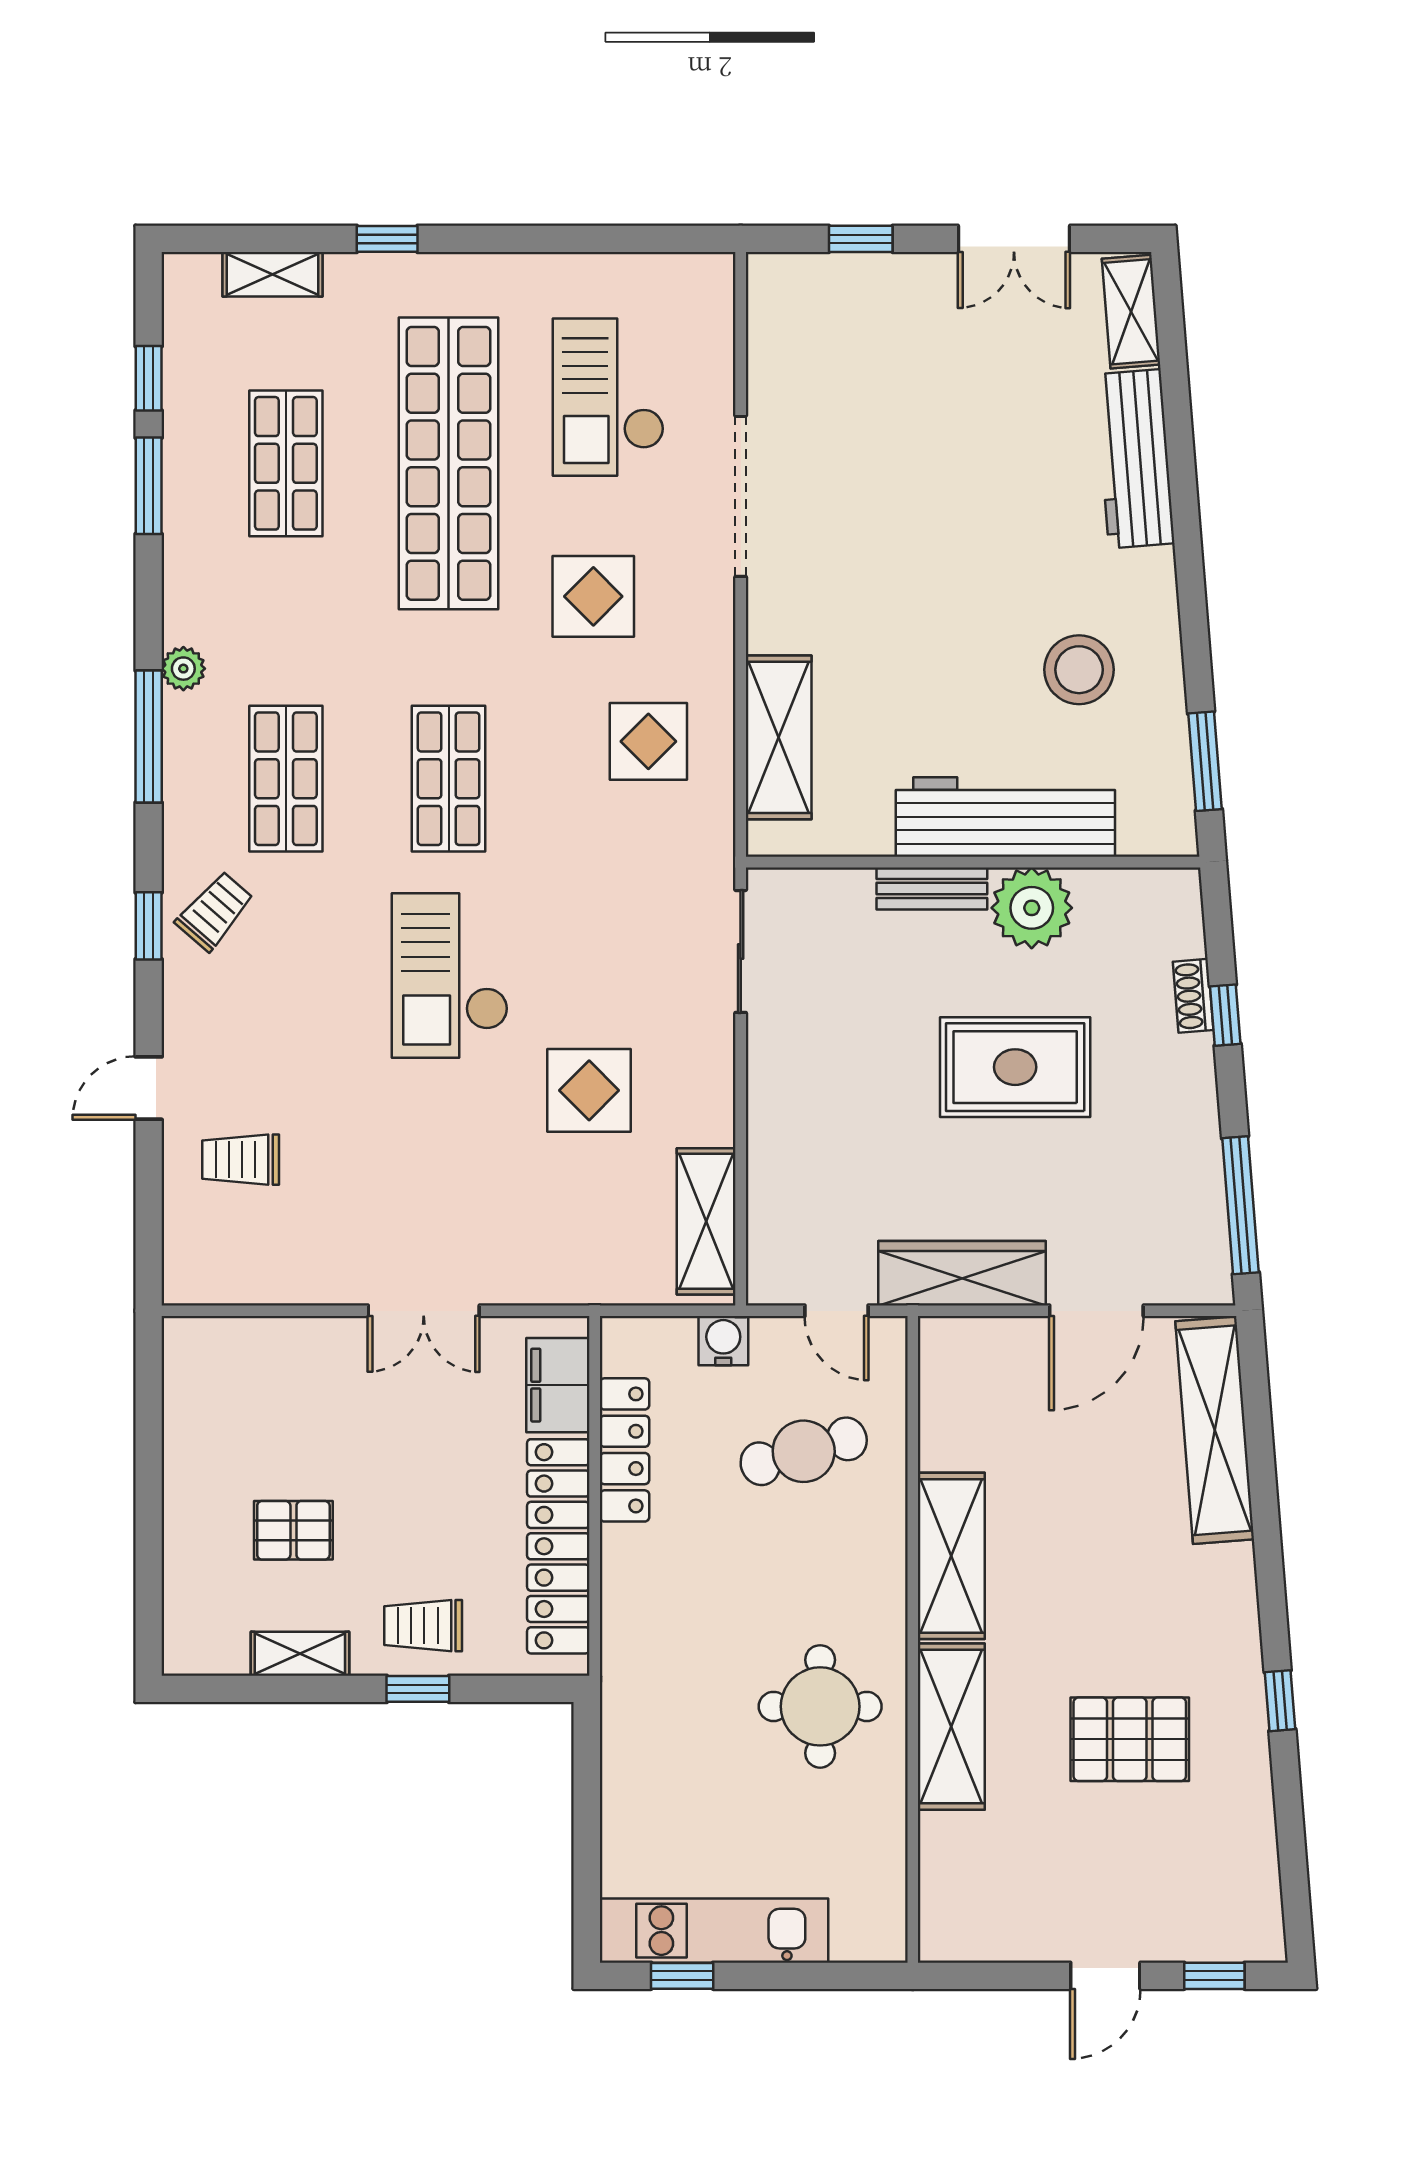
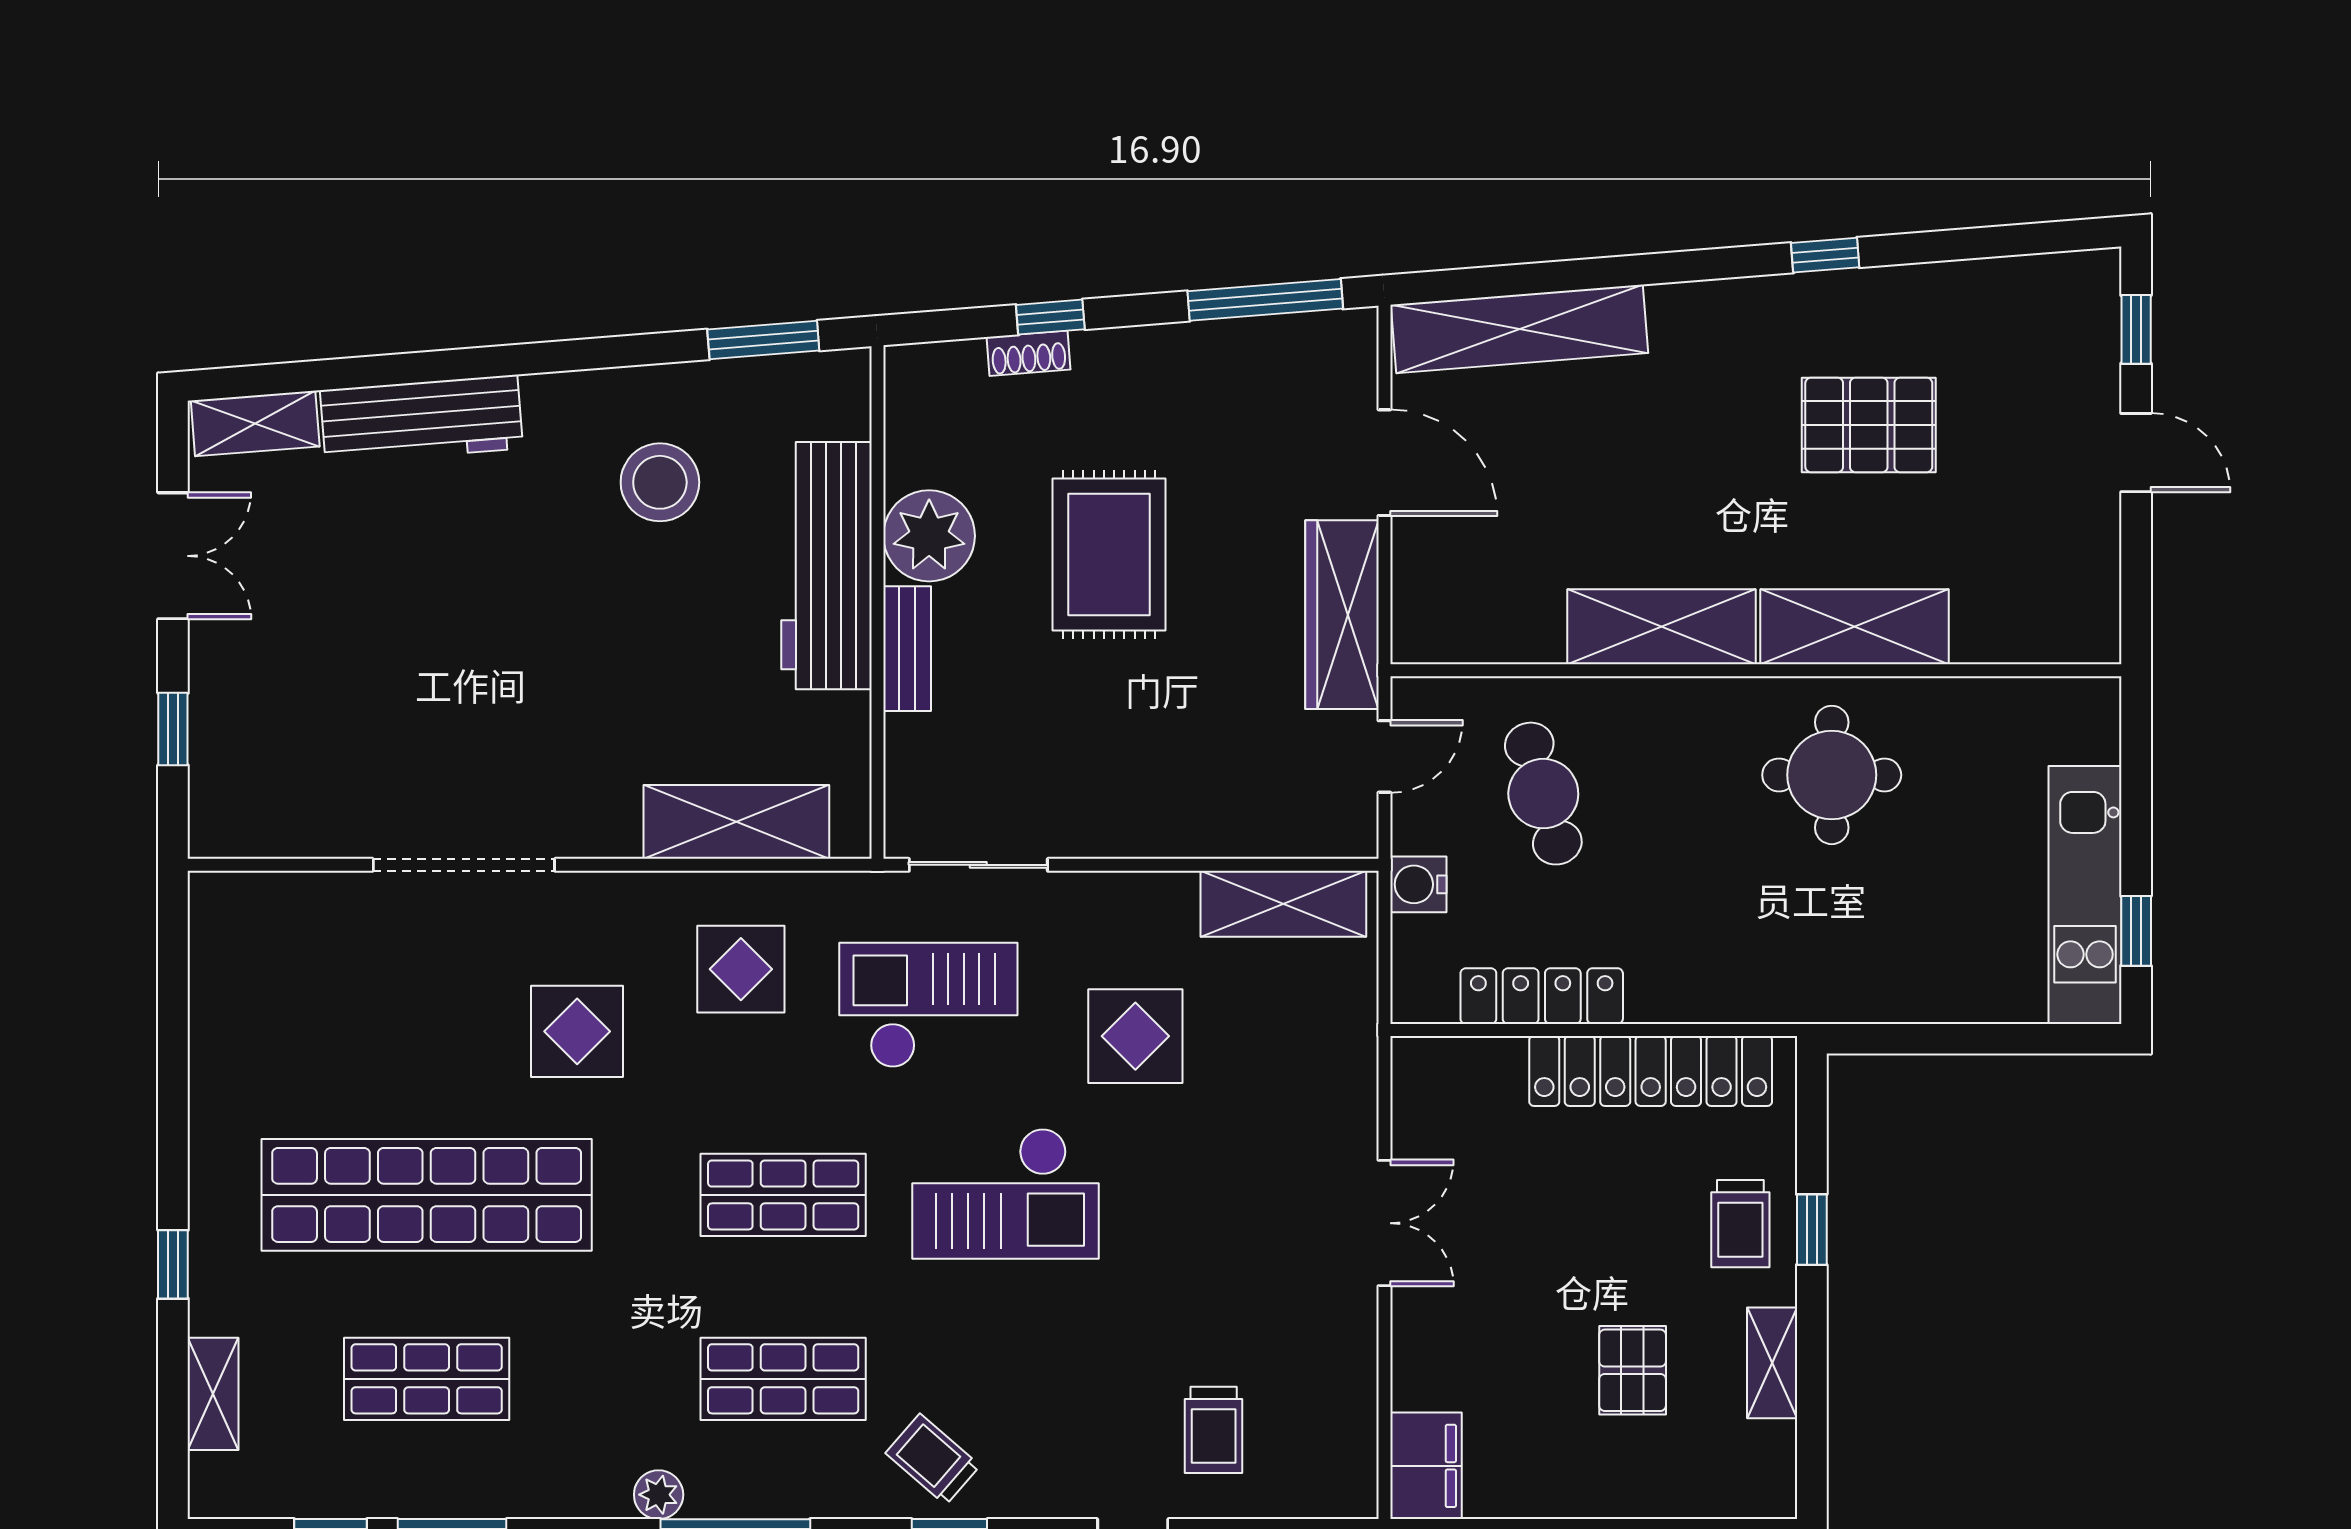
checkout: (608, 397) -> (928, 1005), moved, turned 180
filing cabinet: (558, 1385) -> (1426, 1466), moved, turned -90
pallet: (1130, 1739) -> (1869, 425), turned 90

